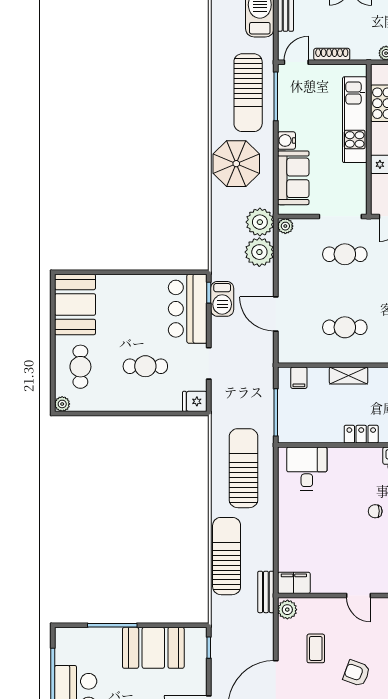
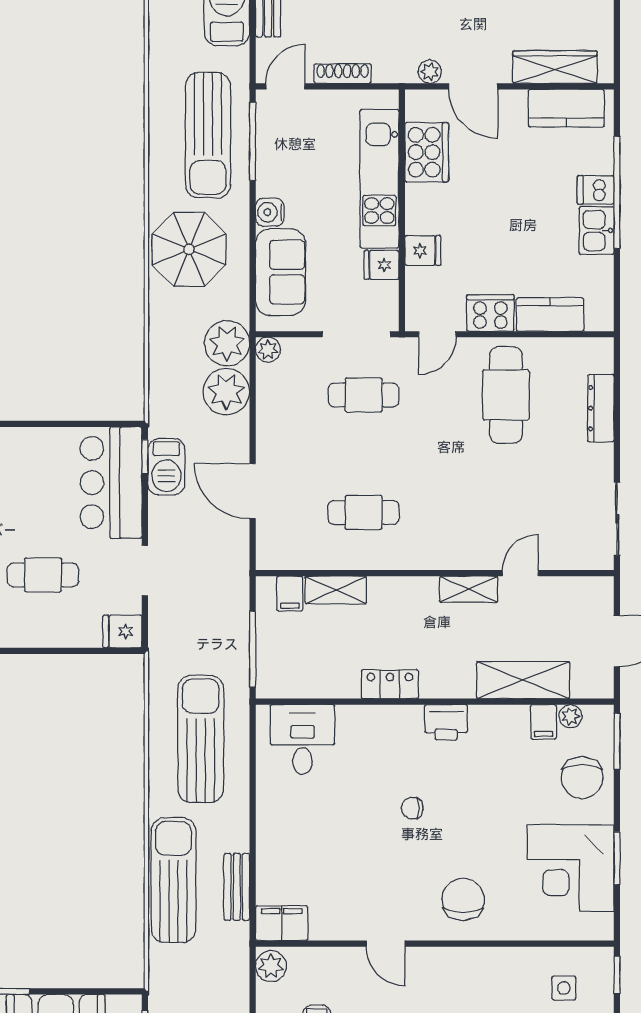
fridge: (356, 173) -> (382, 265), added
shelving: (349, 376) -> (336, 590), moved
bench: (266, 592) -> (237, 887), moved

